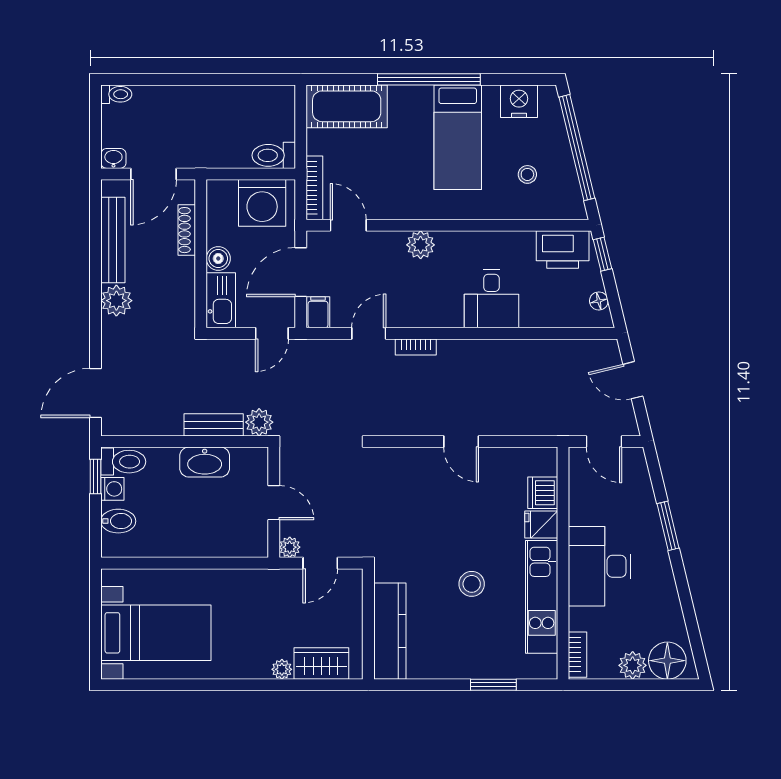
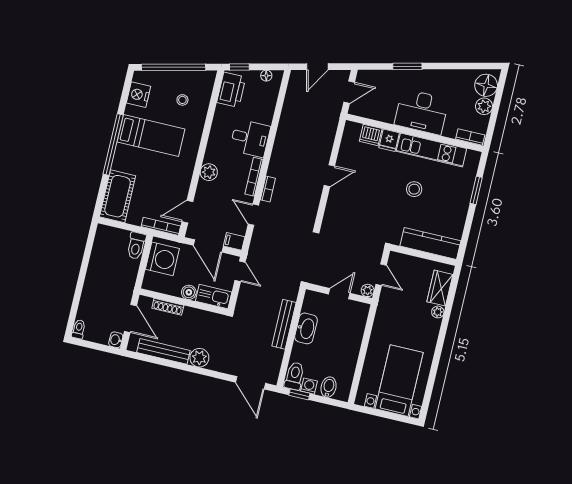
bookcase: (431, 320) -> (254, 177), added
plant: (259, 422) -> (290, 291), removed
bench: (214, 425) -> (284, 324), width x1.36

